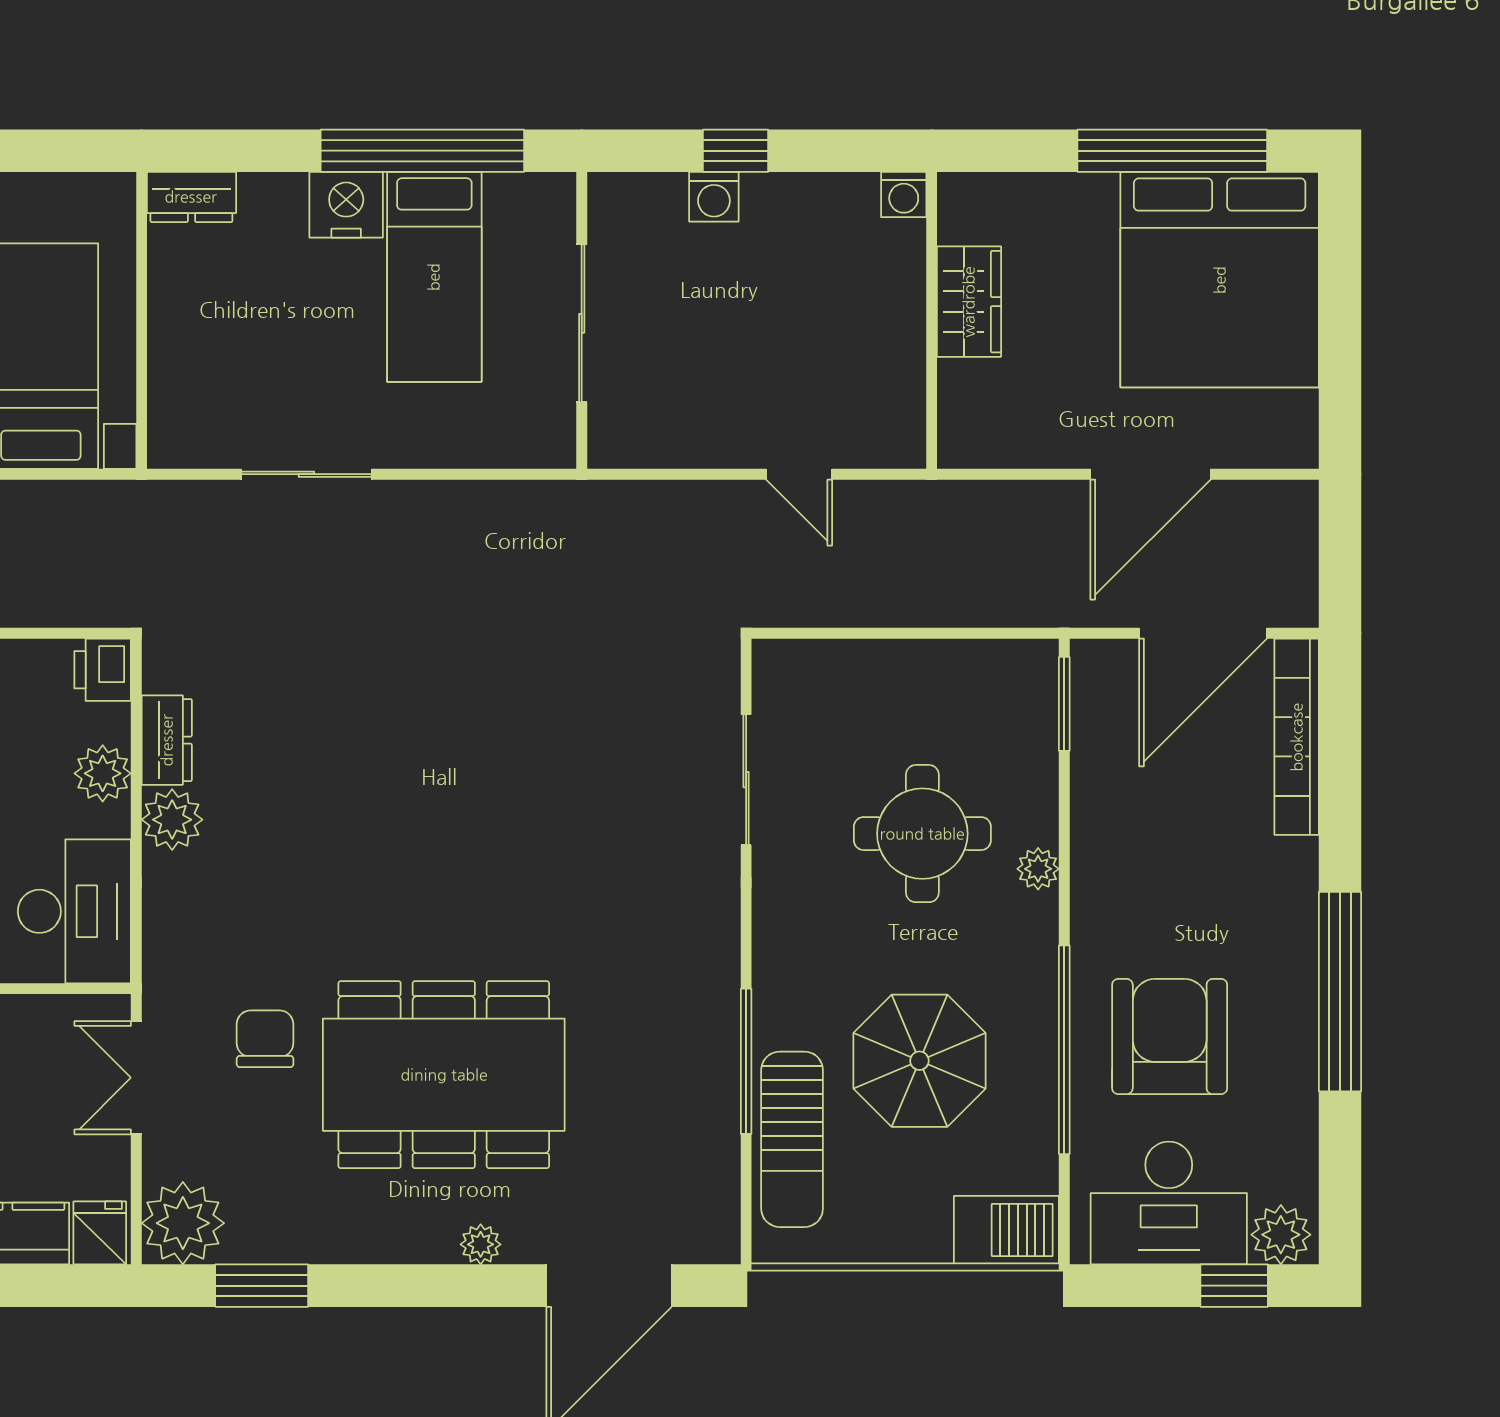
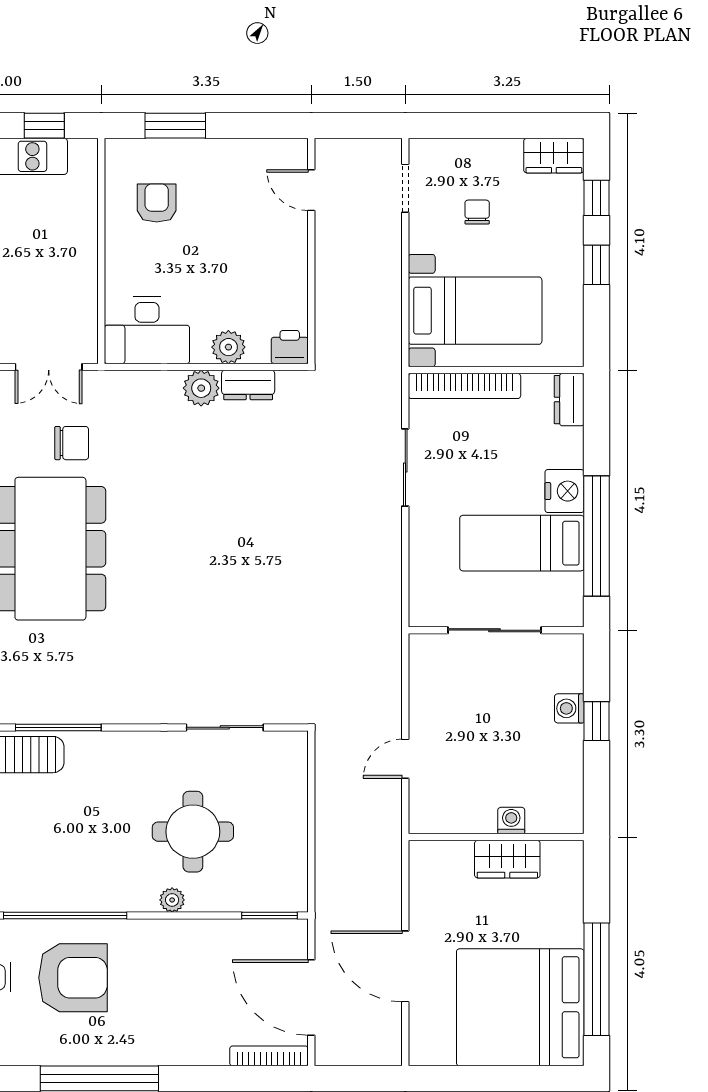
washing machine: (904, 195) -> (511, 821), moved, turned 90
bookcase: (168, 374) -> (464, 386), added
bookcase: (1297, 737) -> (269, 1056), width x0.68, depth x0.76
parasol: (919, 1061) -> (59, 830), removed
double door: (136, 1078) -> (49, 367), swing flipped

